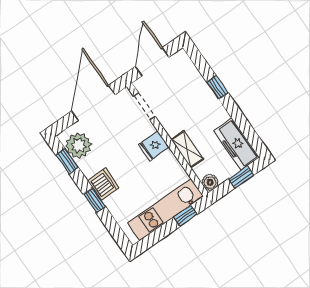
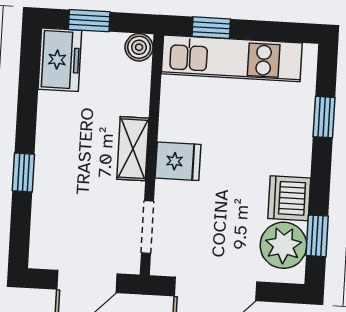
freezer: (237, 144) -> (60, 60), width x0.71
shelving: (187, 149) -> (133, 149), moved
dishwasher: (103, 184) -> (289, 198), moved
window: (94, 200) -> (324, 117), moved

